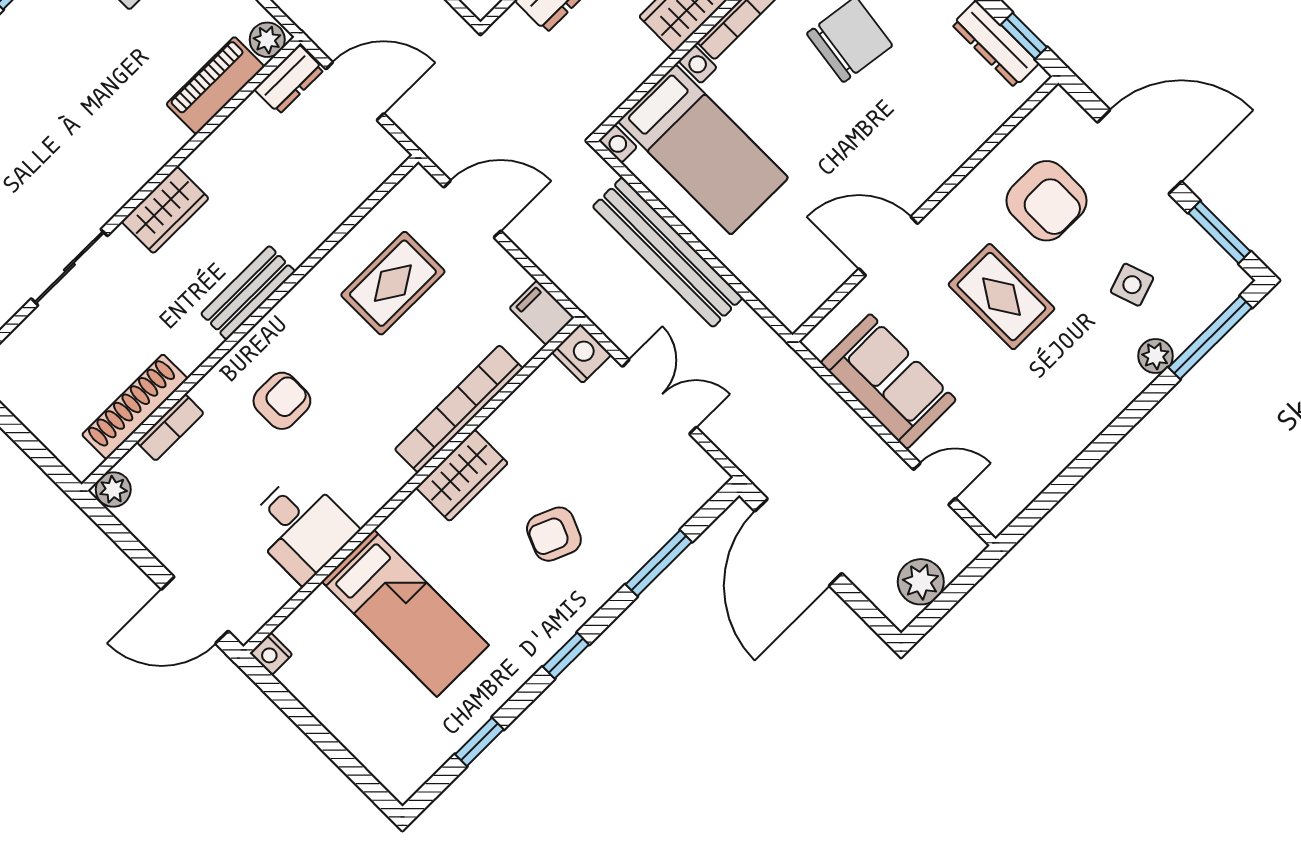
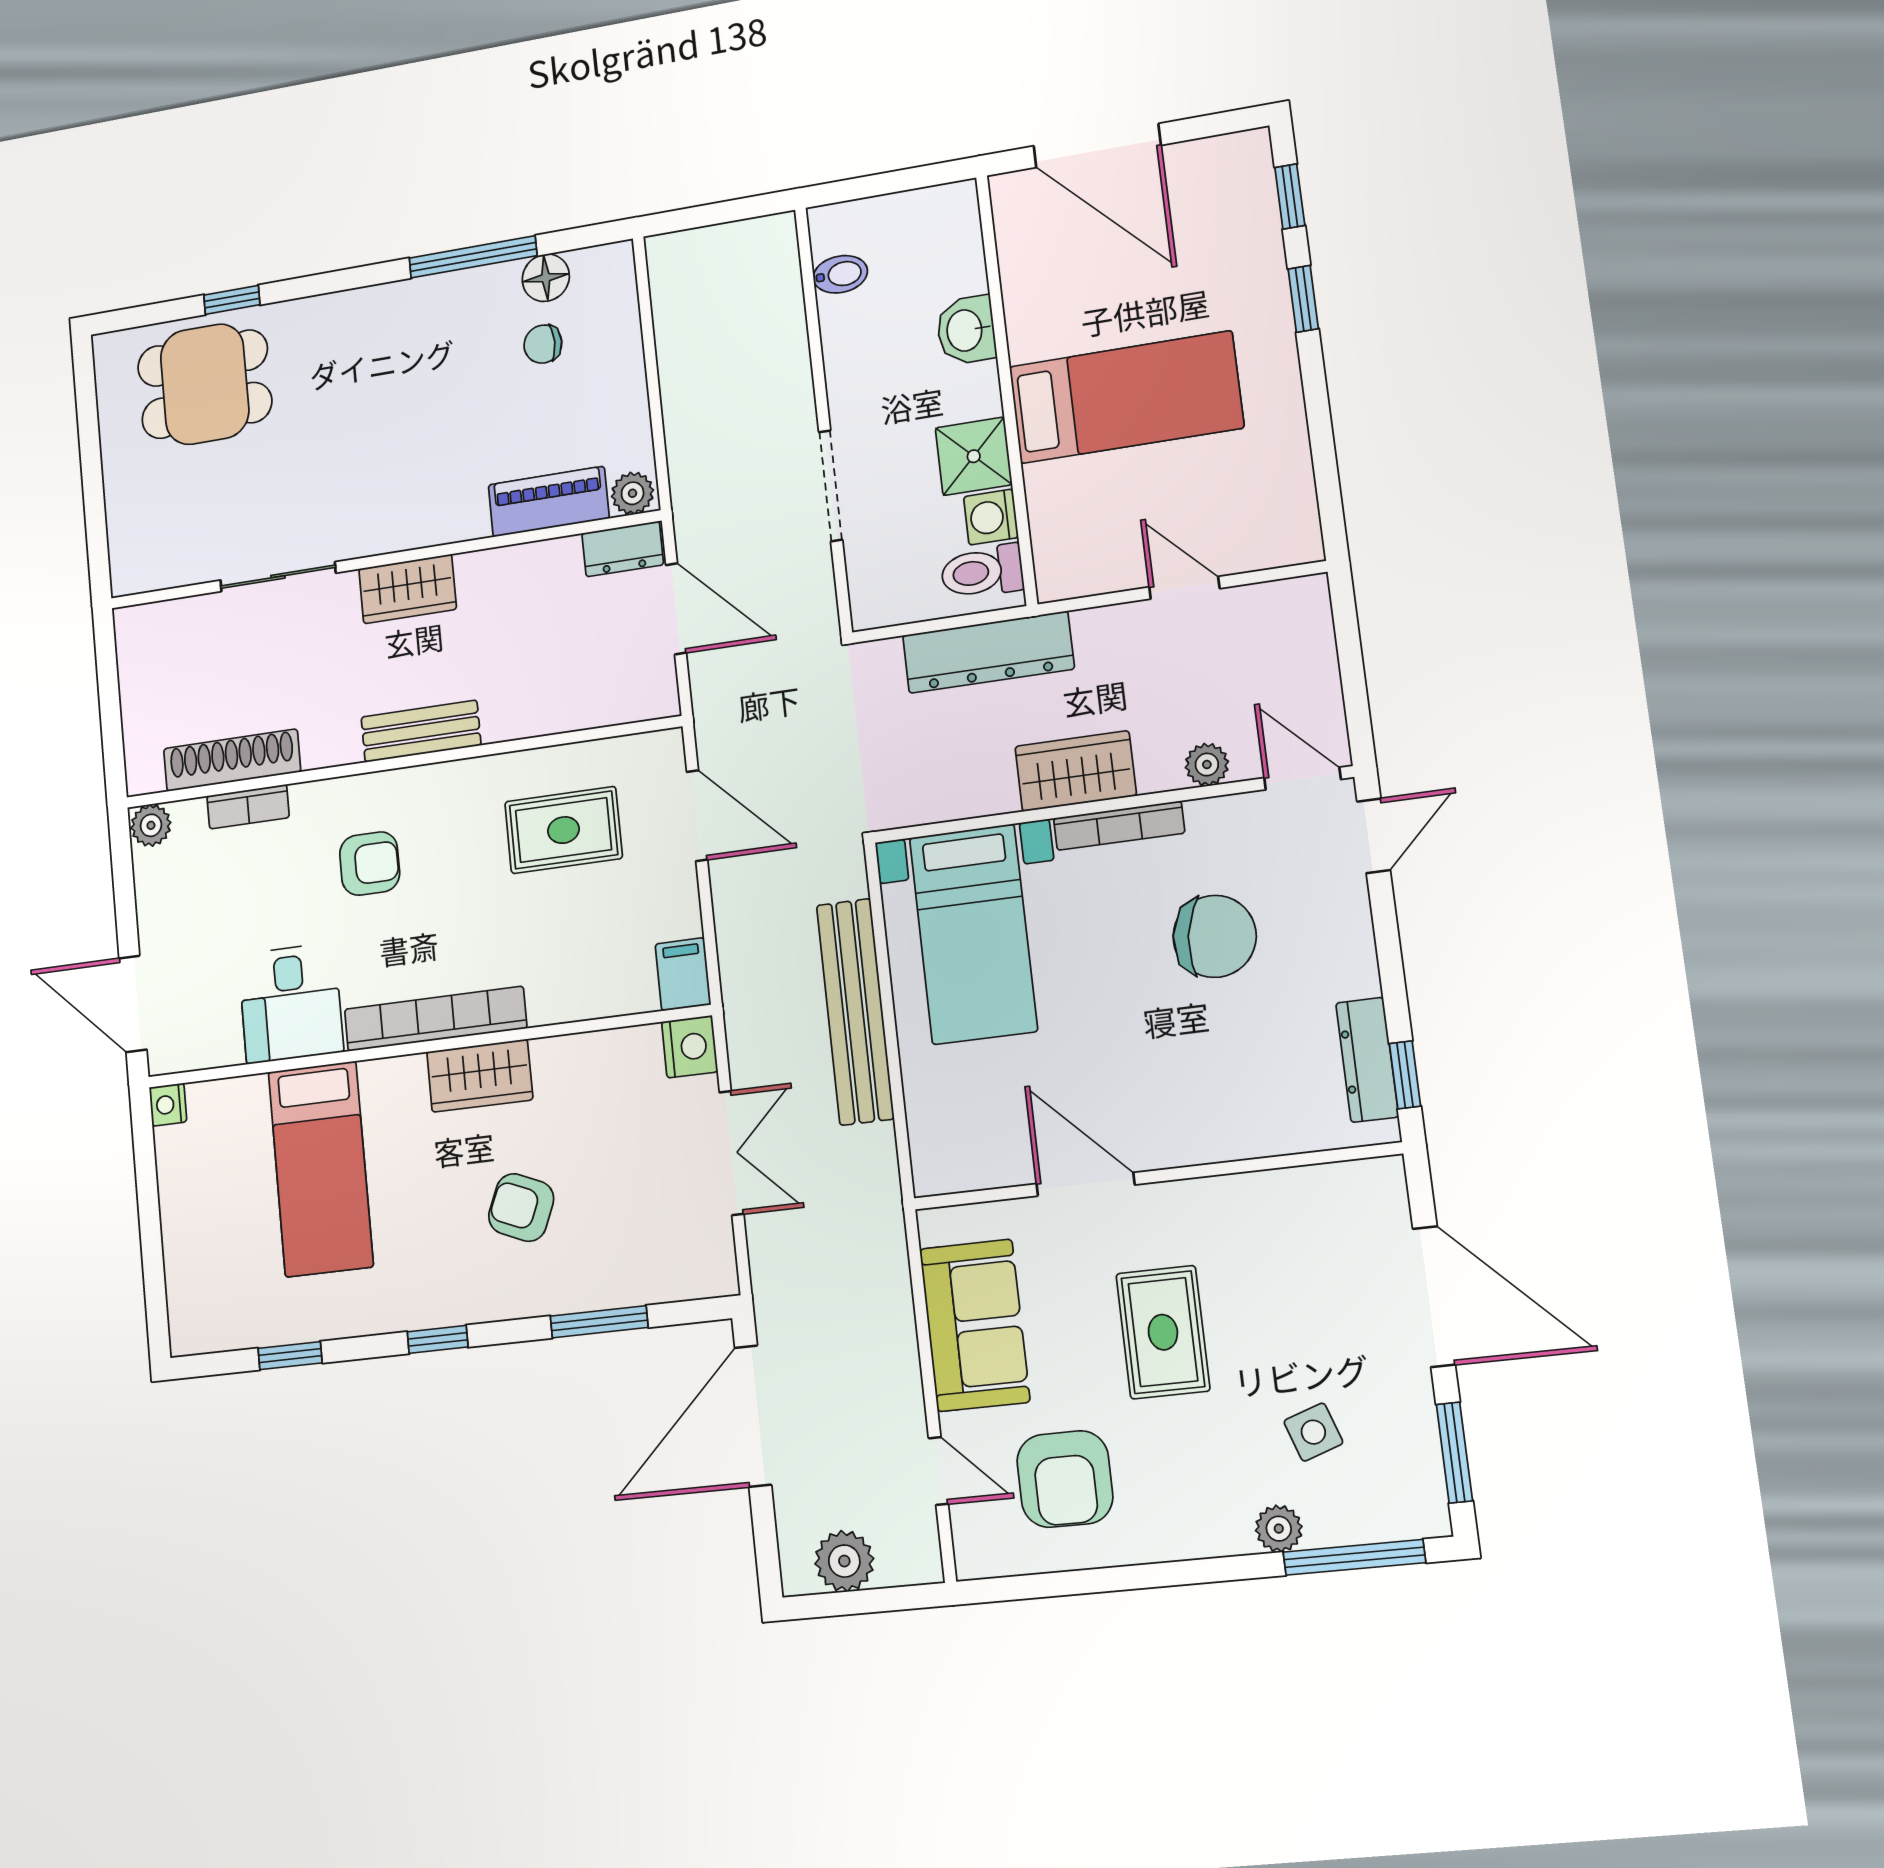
armchair: (1047, 201) -> (1065, 1479), moved
bookcase: (459, 409) -> (435, 1019), moved

